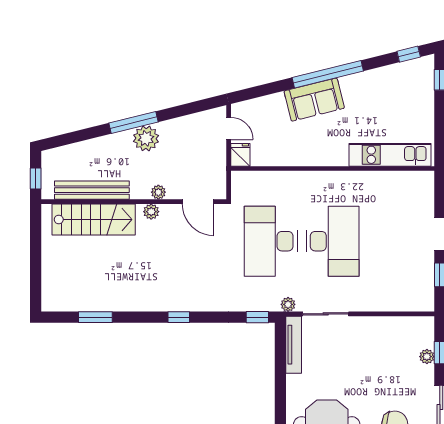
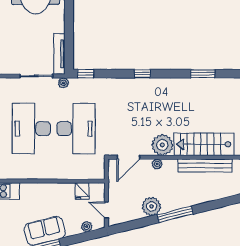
plant: (256, 105) -> (87, 227), added
plant: (146, 138) -> (152, 206), moved
fridge: (240, 155) -> (82, 191), moved
door: (198, 202) -> (128, 157), swing flipped
plant: (151, 212) -> (162, 145), width x1.87, depth x1.87

